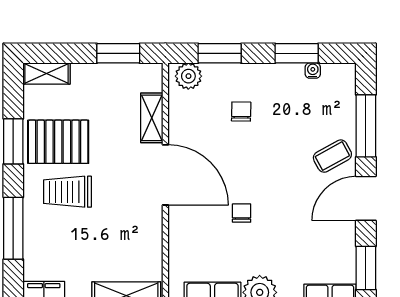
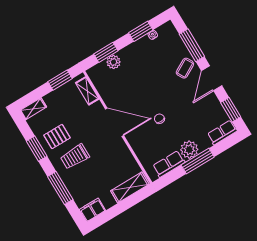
plant: (188, 76) -> (114, 62), moved
chair: (241, 112) -> (132, 73), removed
shelving: (152, 118) -> (87, 91), moved
pallet: (58, 142) -> (57, 137), width x0.67, depth x0.71

